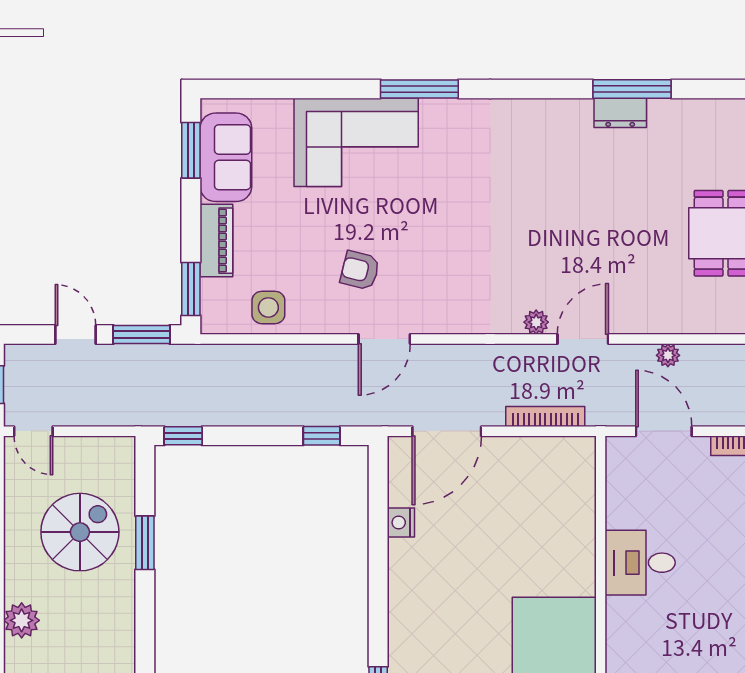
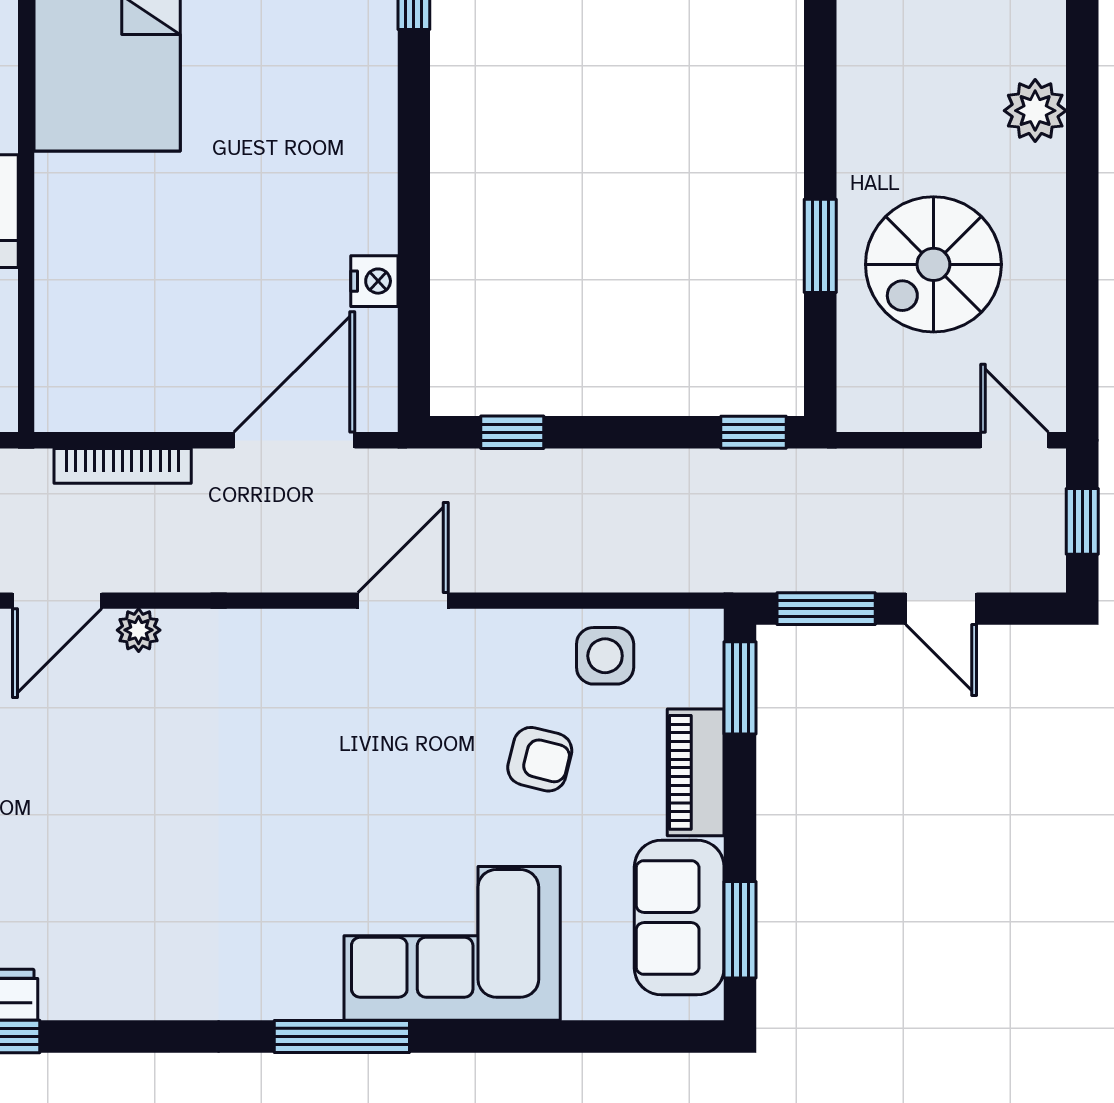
armchair: (360, 270) -> (540, 759), moved

